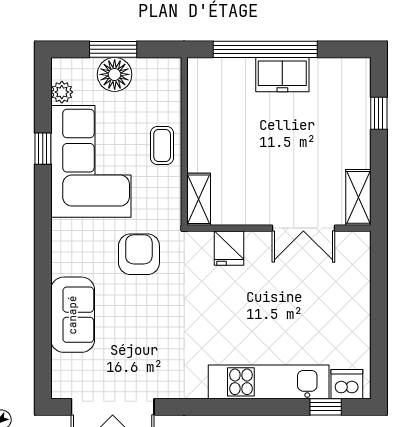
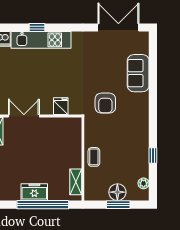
corner sofa: (91, 161) -> (129, 149), removed
shelving: (199, 199) -> (76, 182), moved
window: (326, 407) -> (37, 28), moved

